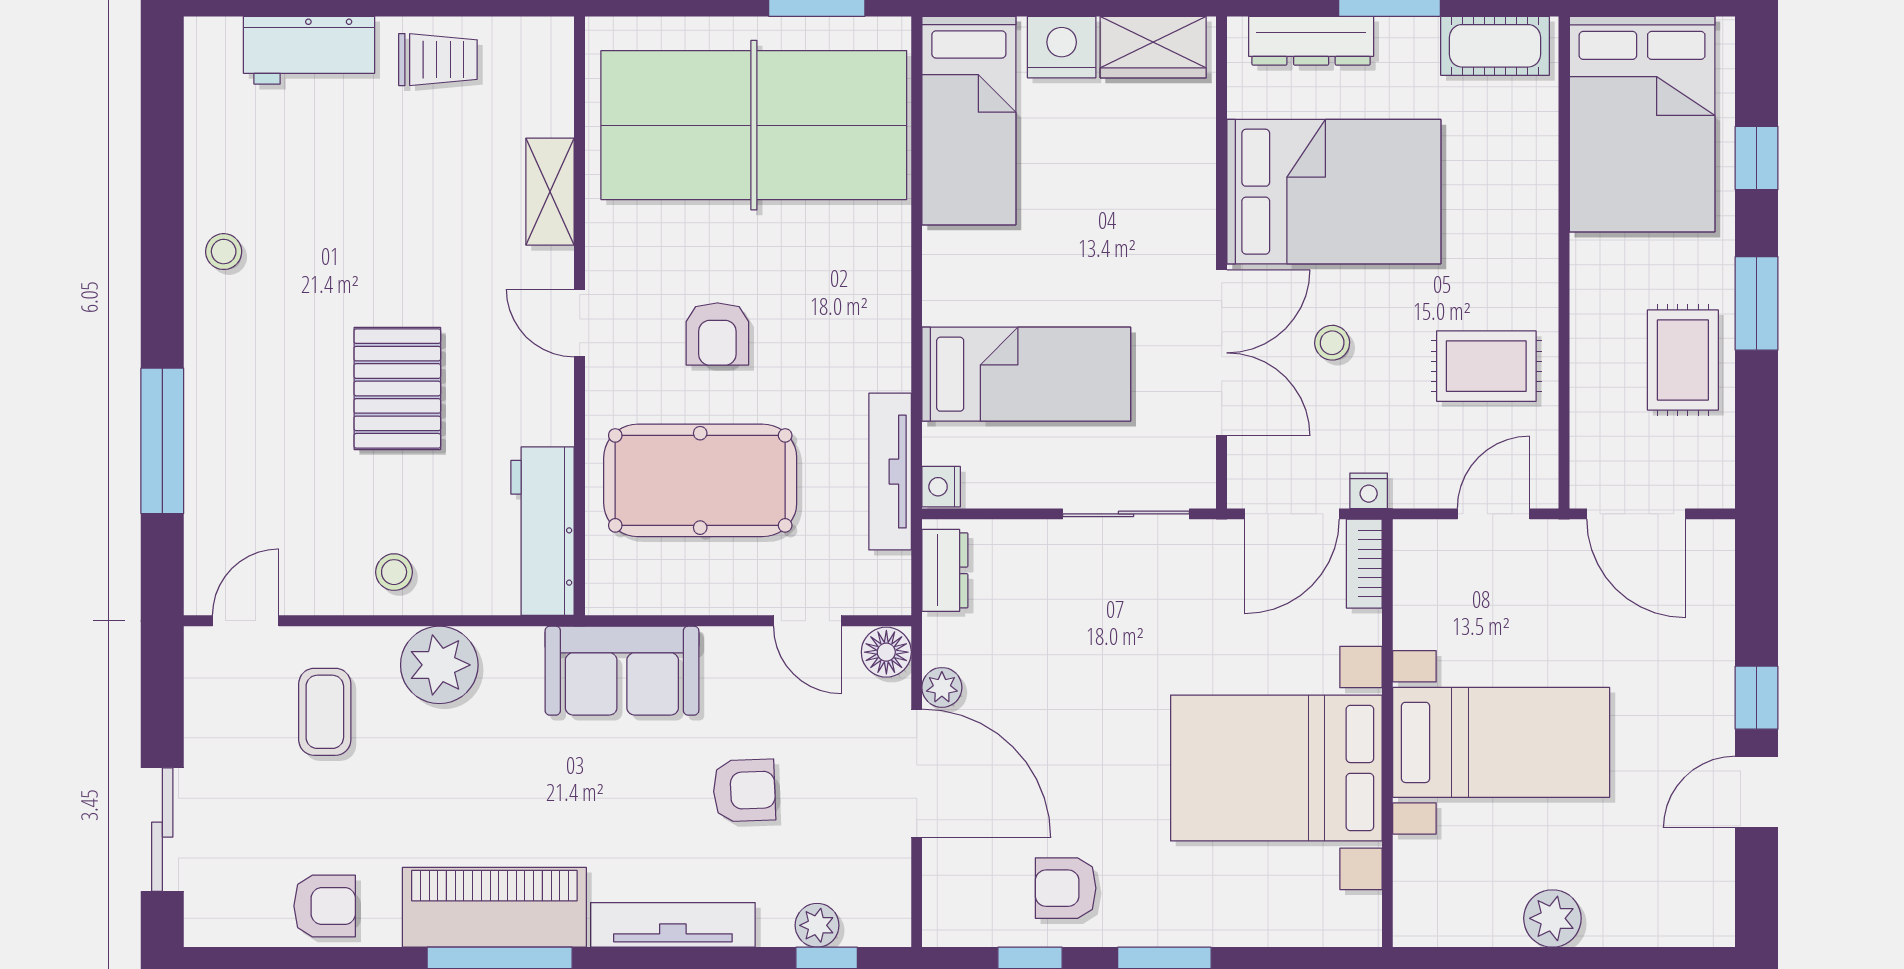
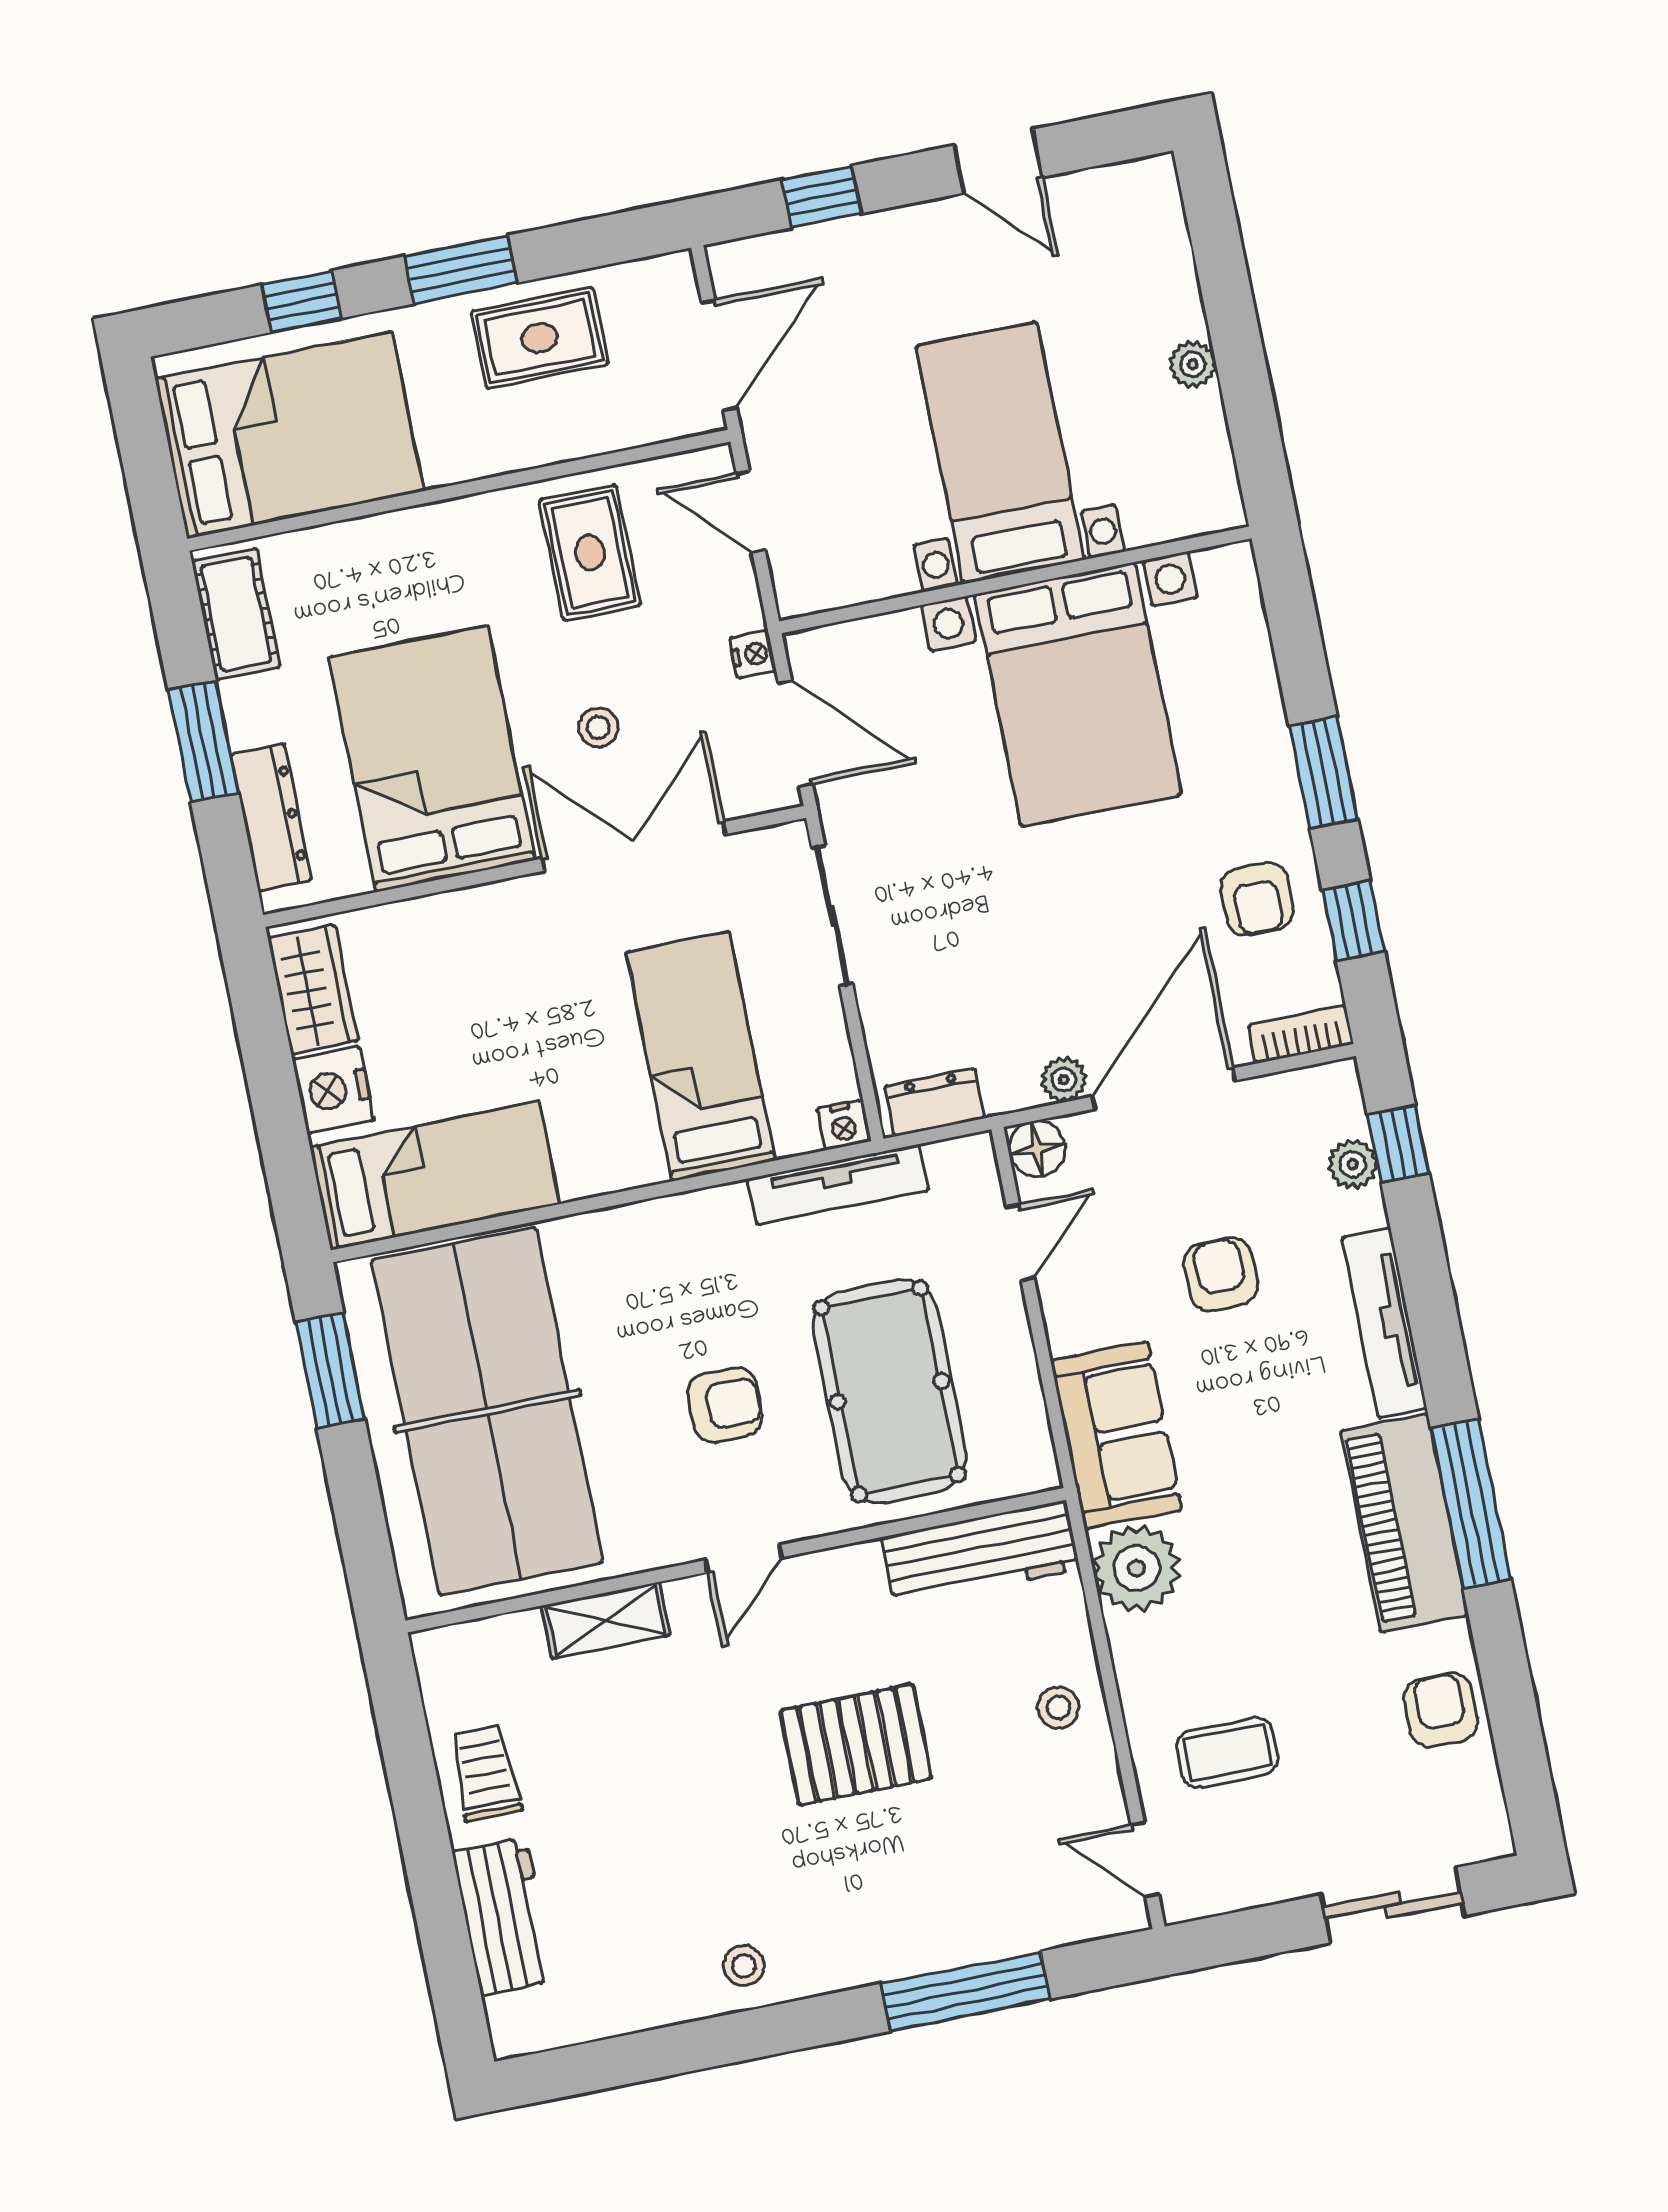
bookcase: (1364, 564) -> (1301, 1034), moved, turned 180
plant: (439, 665) -> (1136, 1568), moved
window: (1757, 698) -> (822, 197), moved
plant: (1552, 918) -> (1193, 364), width x0.73, depth x0.73

